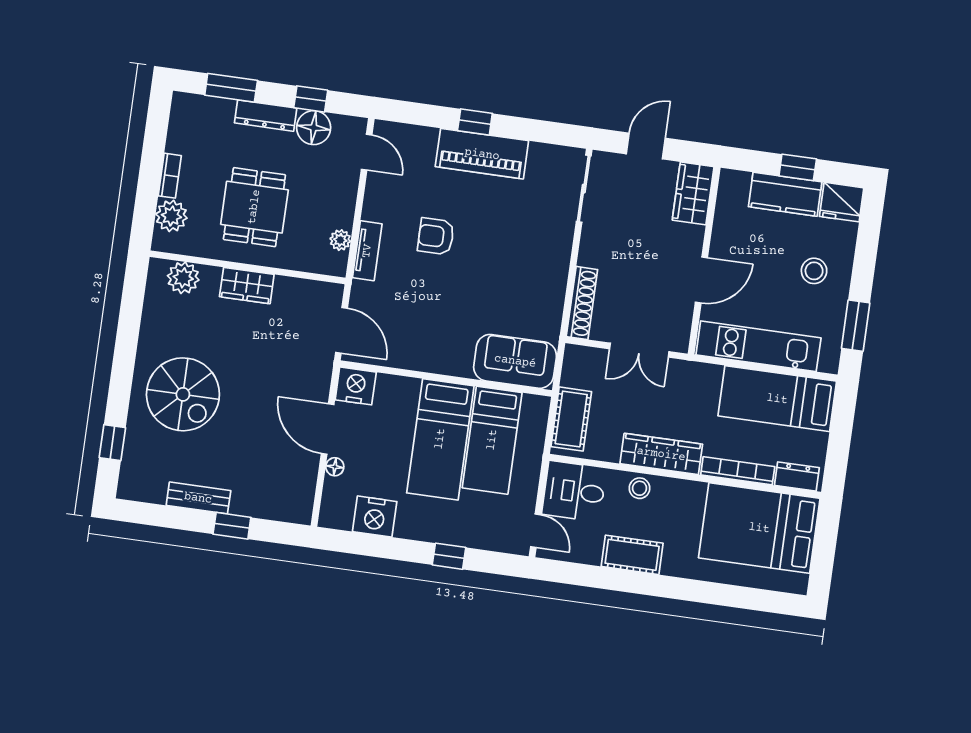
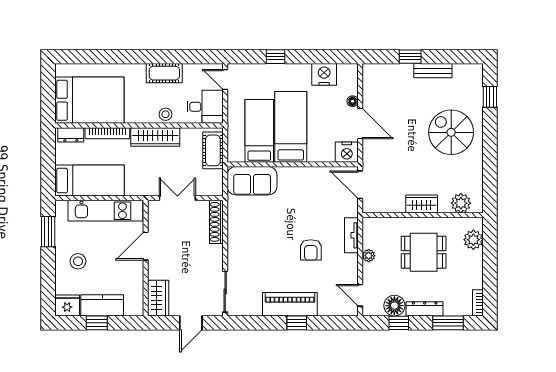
bookcase: (170, 176) -> (478, 303), moved
dining table: (254, 207) -> (424, 252), turned 90
armchair: (436, 236) -> (311, 250), turned 90
plant: (340, 240) -> (369, 256), moved

